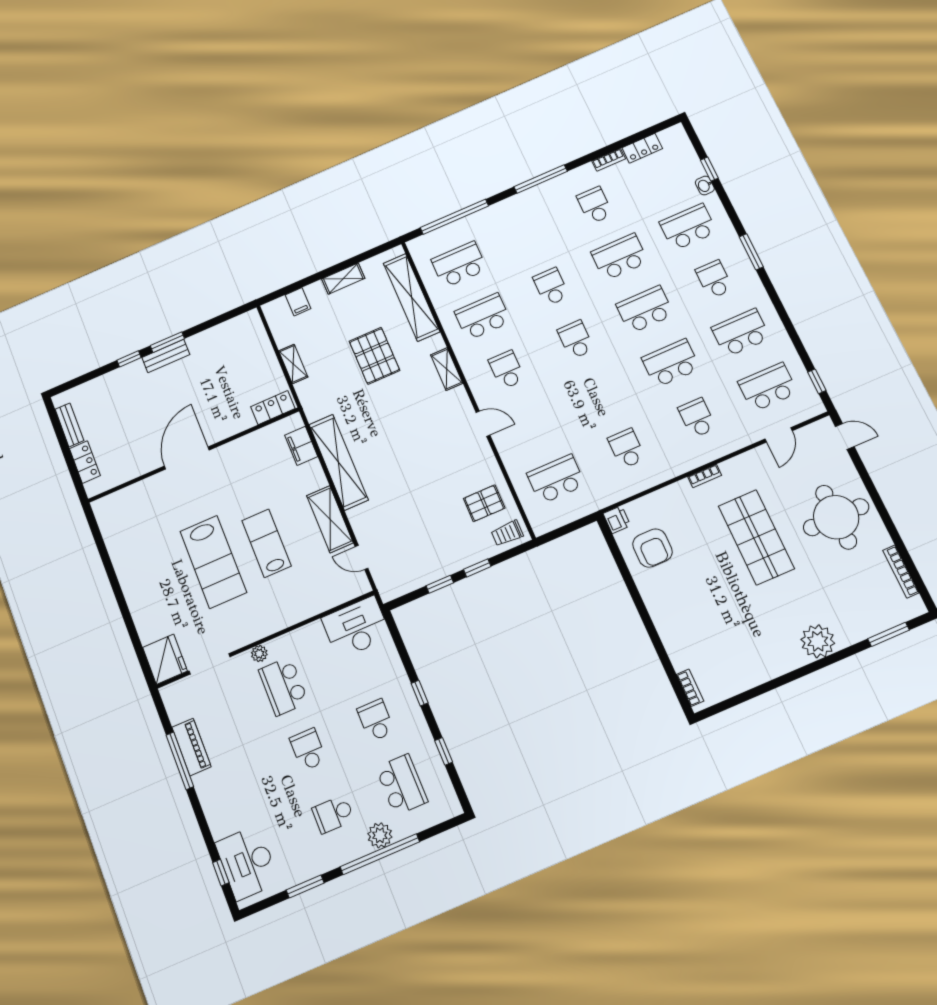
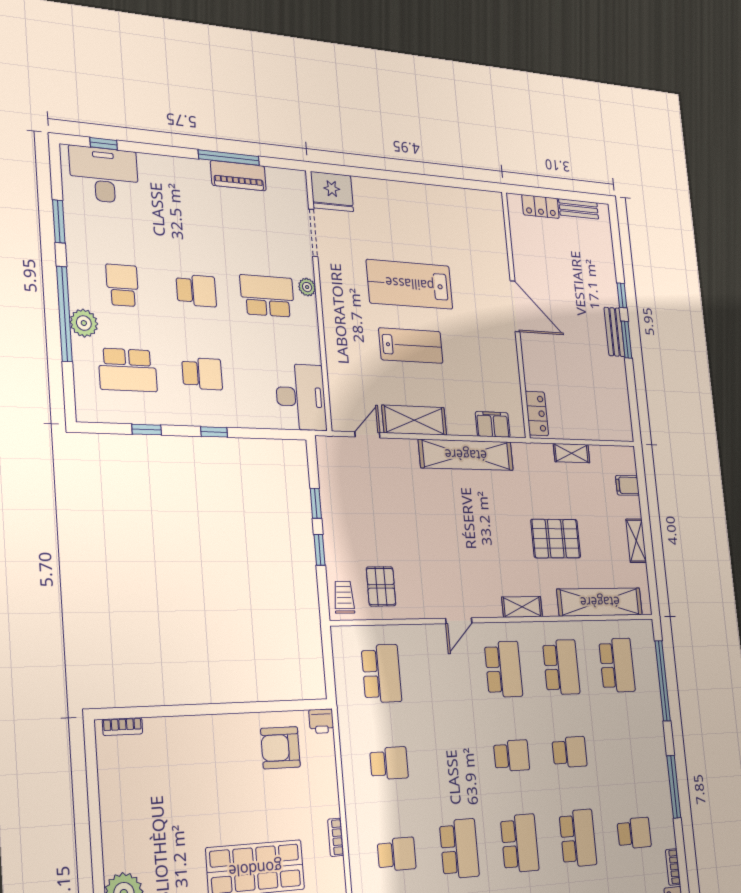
school desk: (507, 370) -> (503, 669), width x1.85

